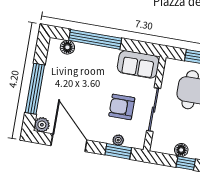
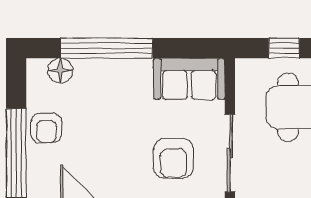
armchair: (54, 78) -> (46, 128), added
armchair: (122, 107) -> (174, 158), turned -90

